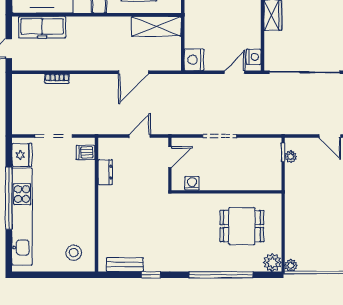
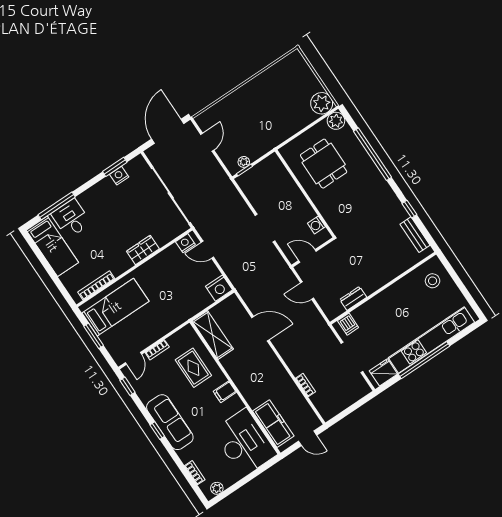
plant: (291, 265) -> (322, 103), width x1.88, depth x1.88

